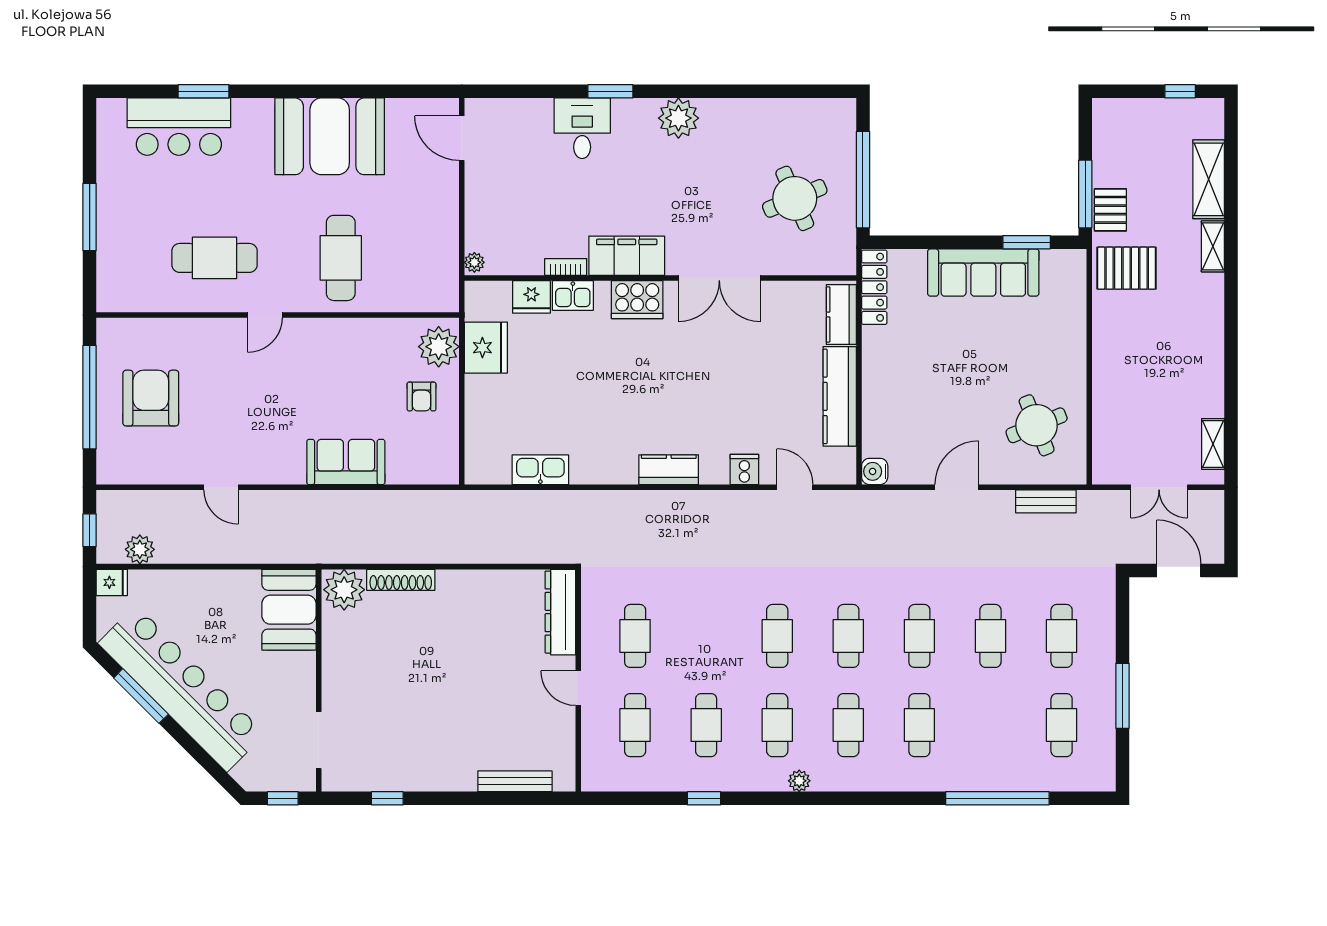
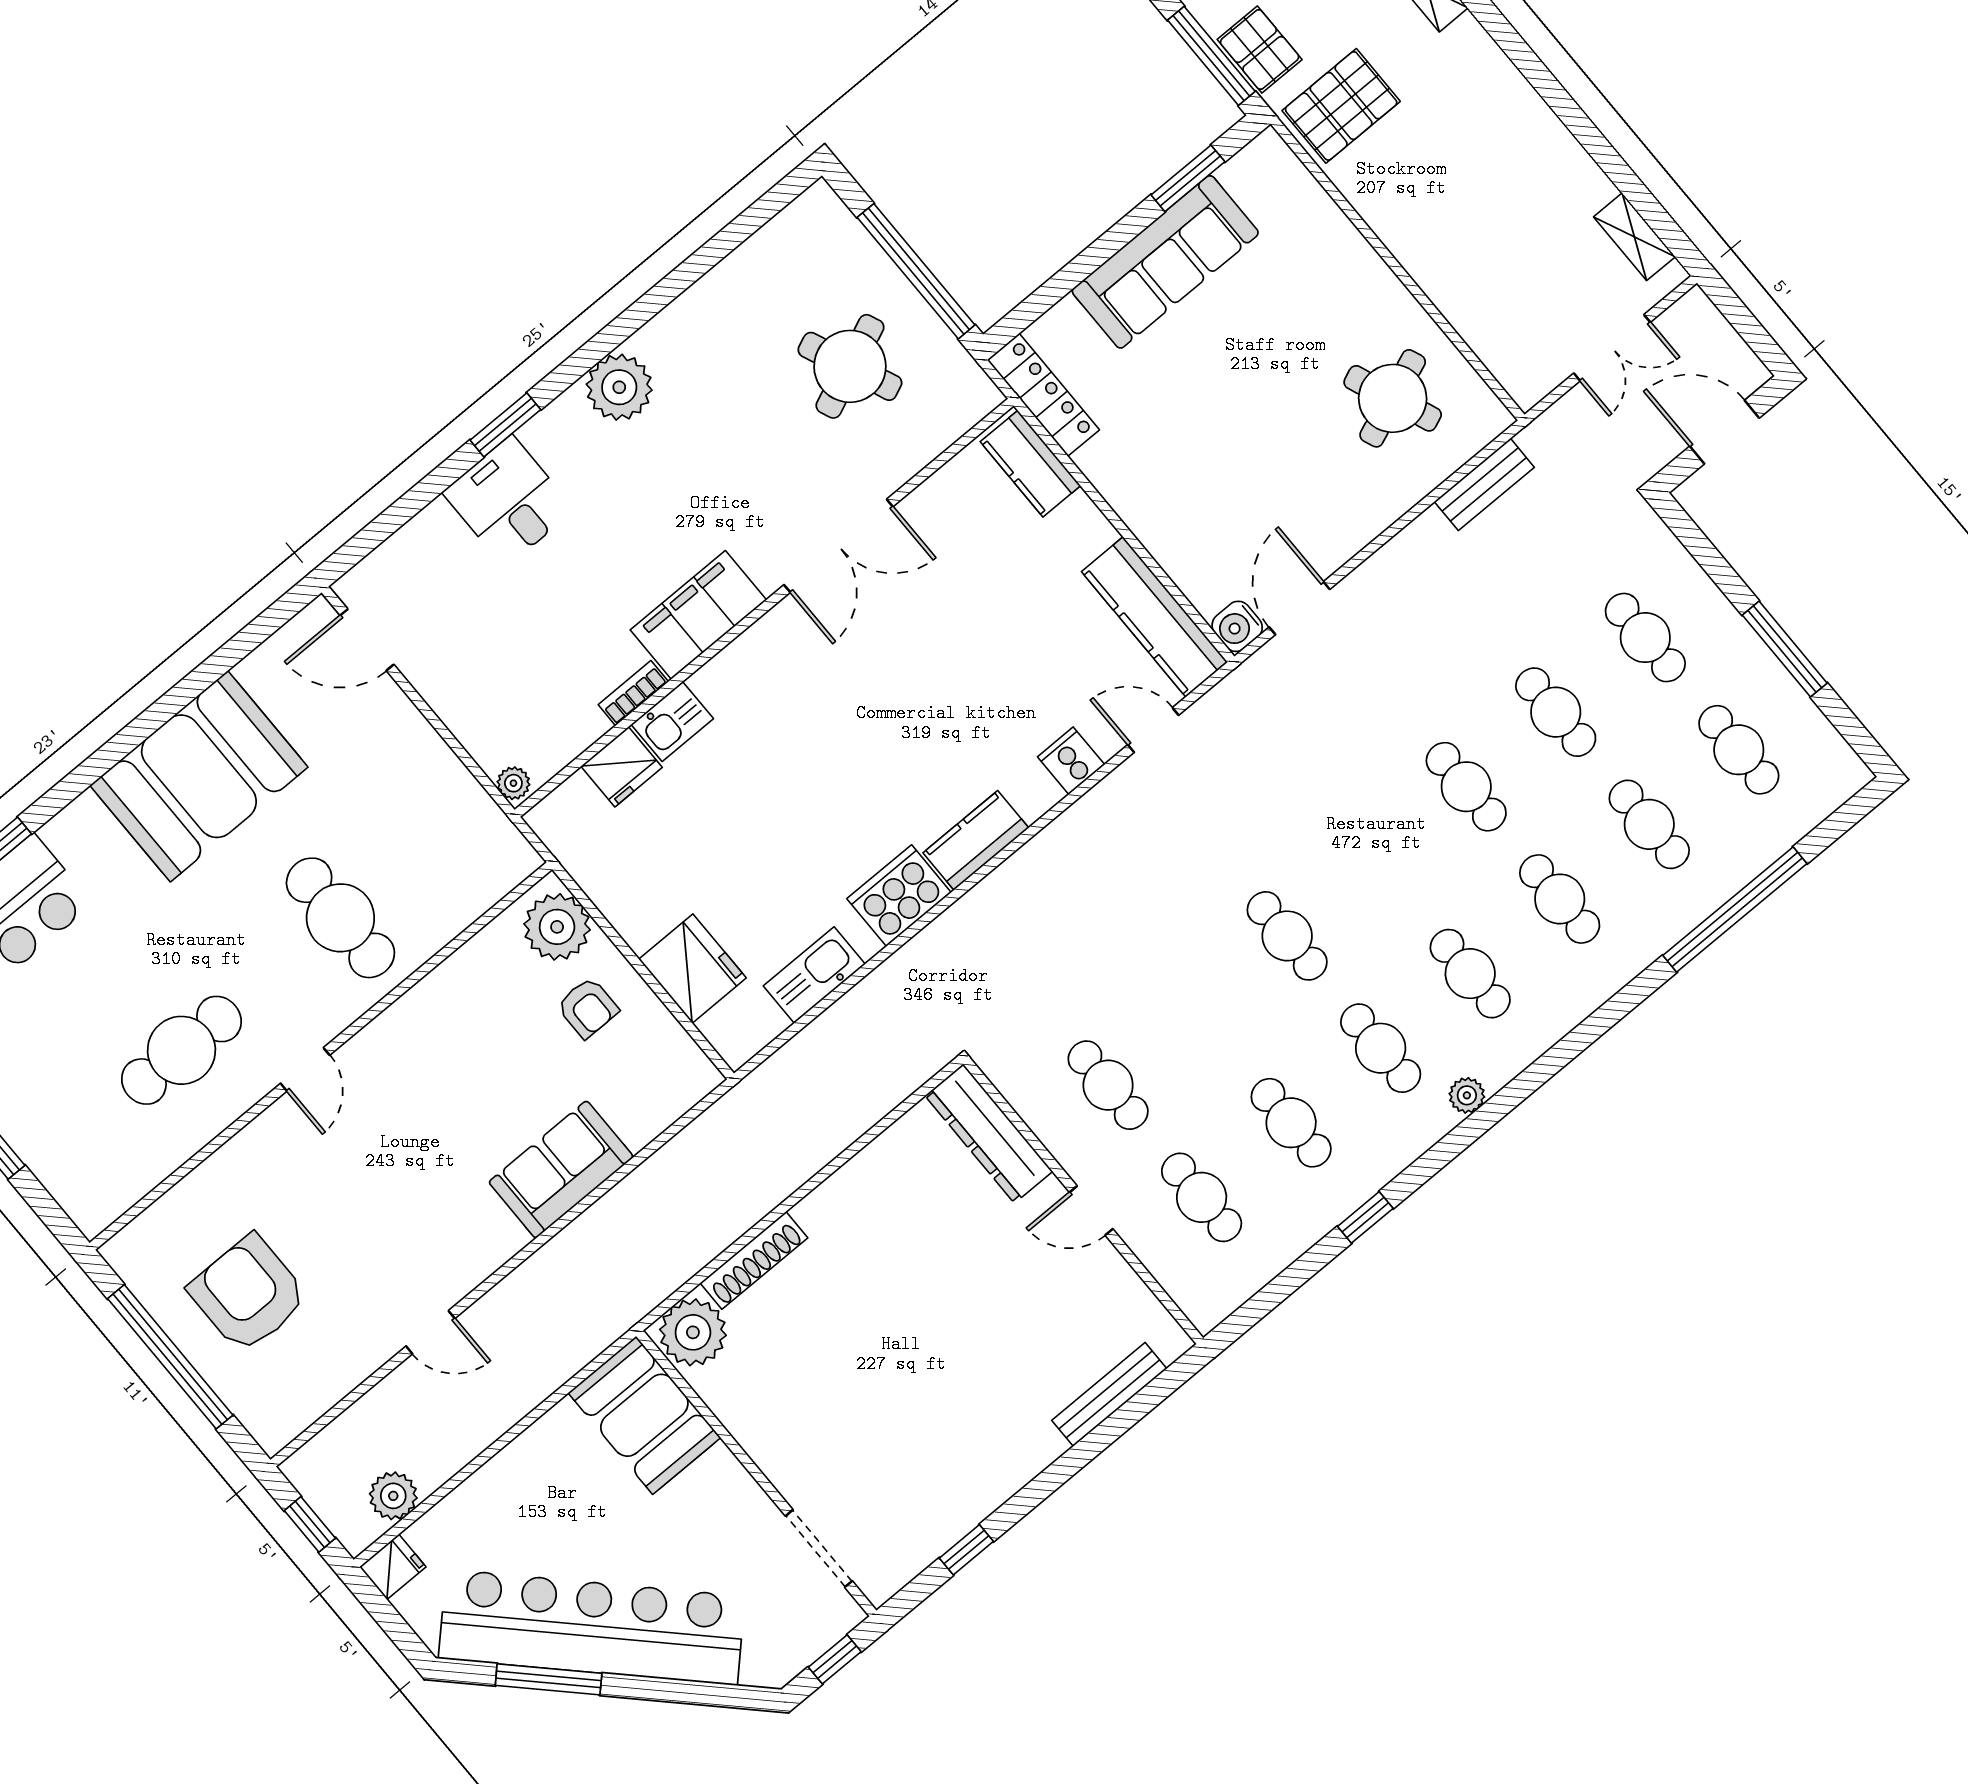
cooker: (637, 300) -> (899, 896), moved, turned 180
fridge: (486, 348) -> (693, 969), moved
kitchen counter: (840, 396) -> (1155, 617), moved
door: (957, 487) -> (1299, 608), moved
cafe table: (848, 636) -> (1649, 824), moved

